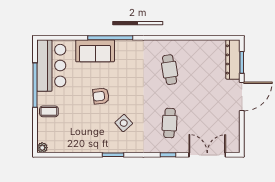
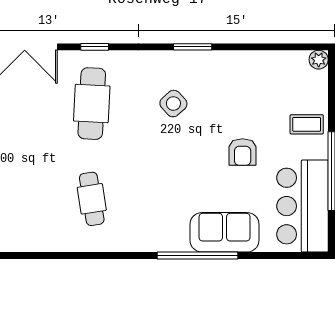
armchair: (101, 96) -> (243, 152), moved, turned 97
cafe table: (170, 123) -> (92, 104), width x1.37, depth x1.35

